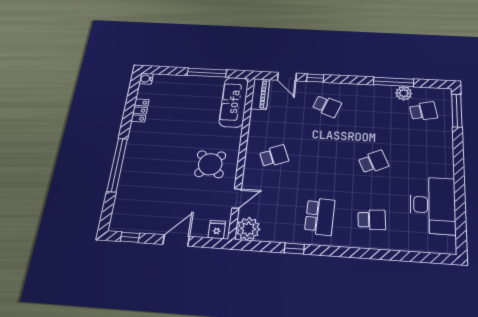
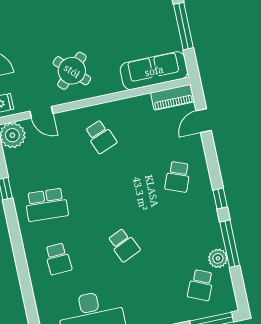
window: (315, 78) -> (220, 199), moved
school desk: (423, 111) -> (201, 285), turned 36

